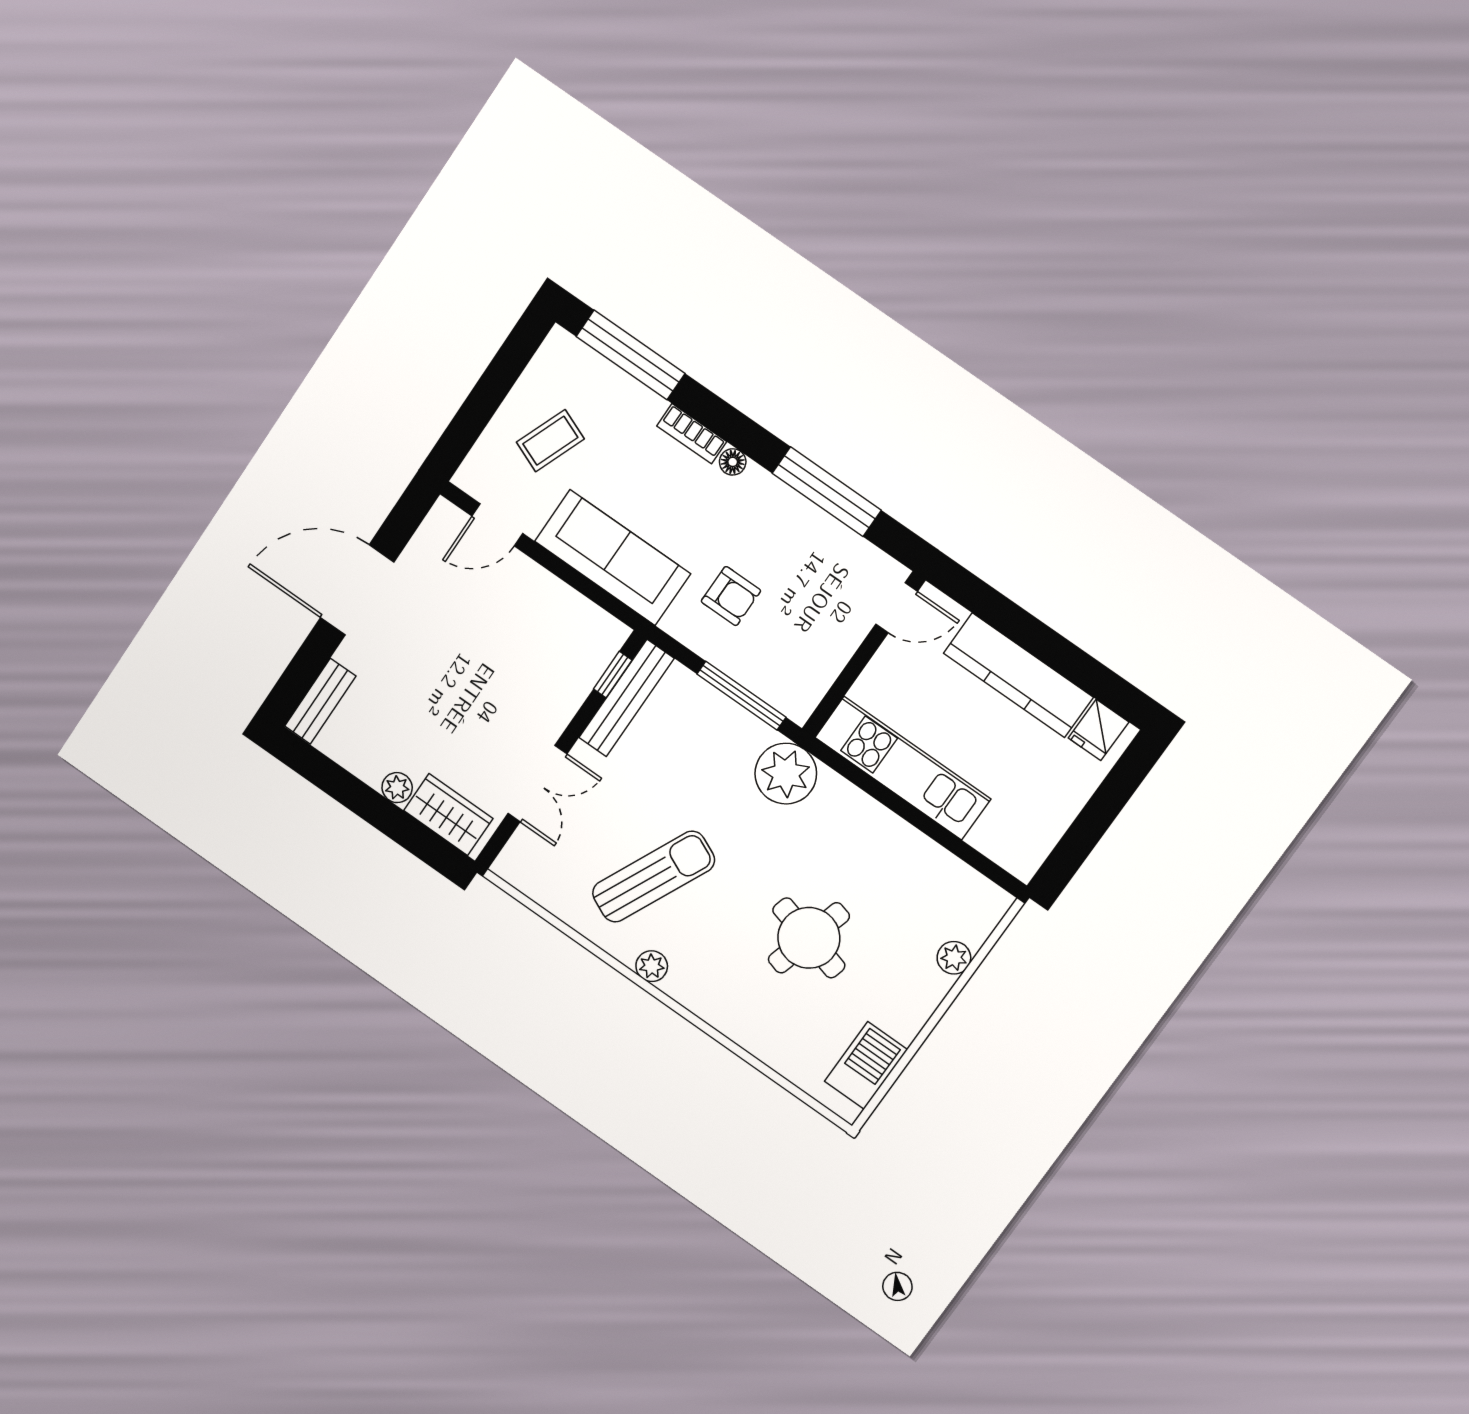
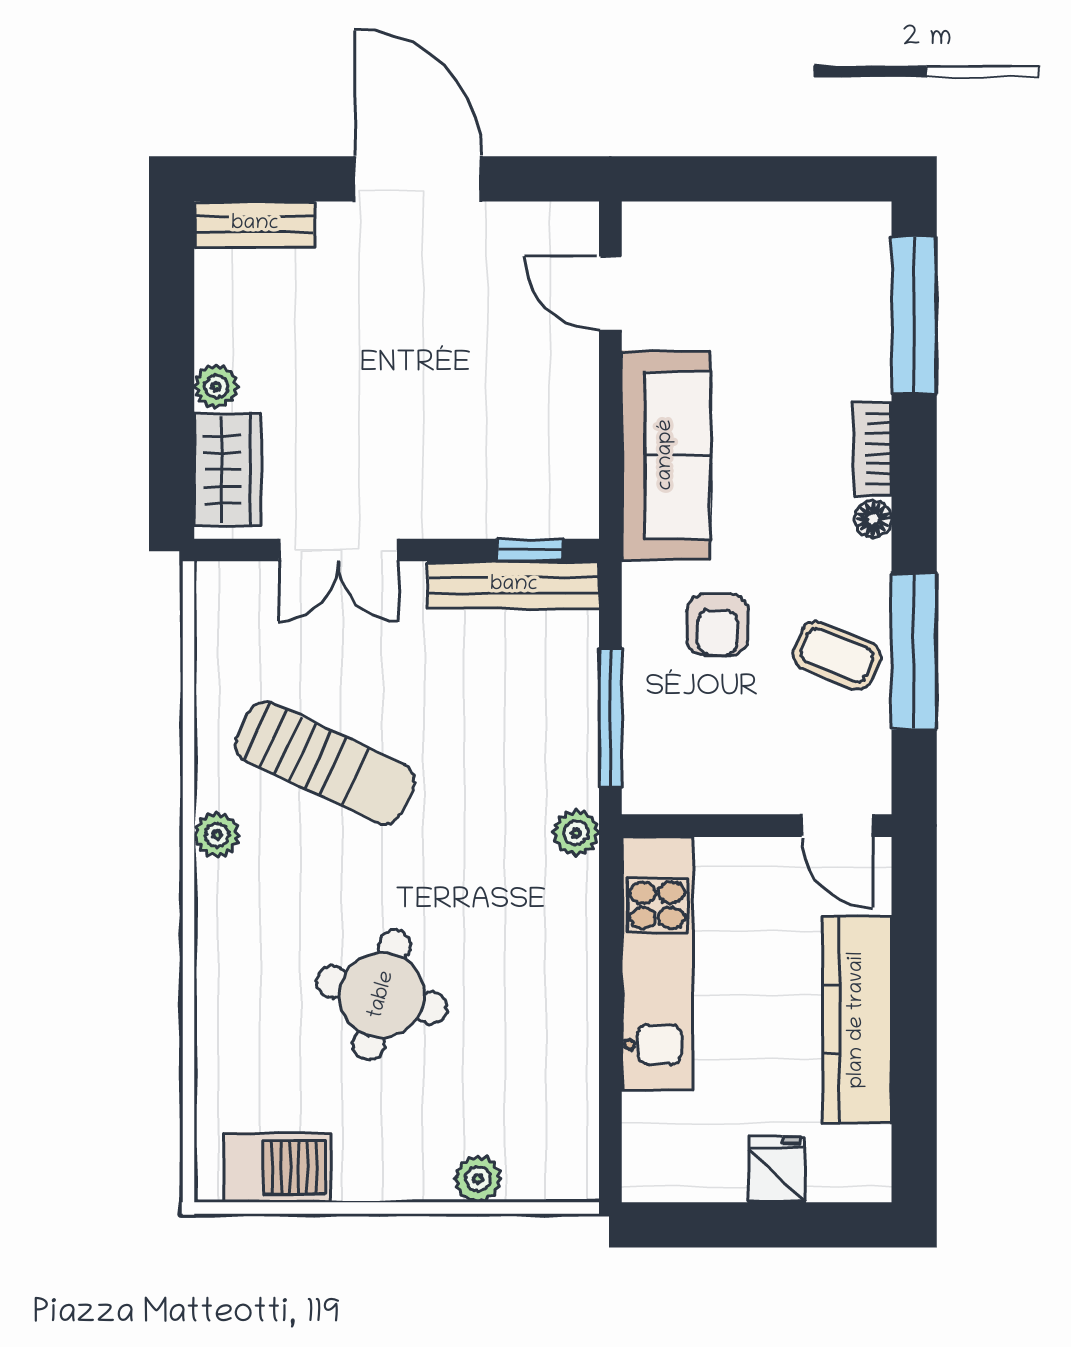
coffee table: (550, 441) -> (837, 655), moved
fridge: (1099, 730) -> (777, 1169), moved, turned 90
plant: (786, 774) -> (576, 833), width x0.53, depth x0.53

